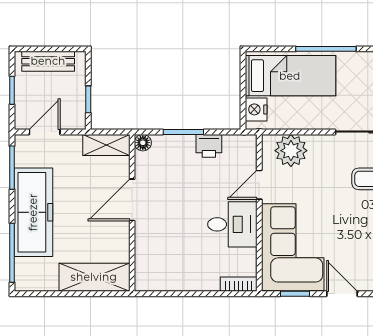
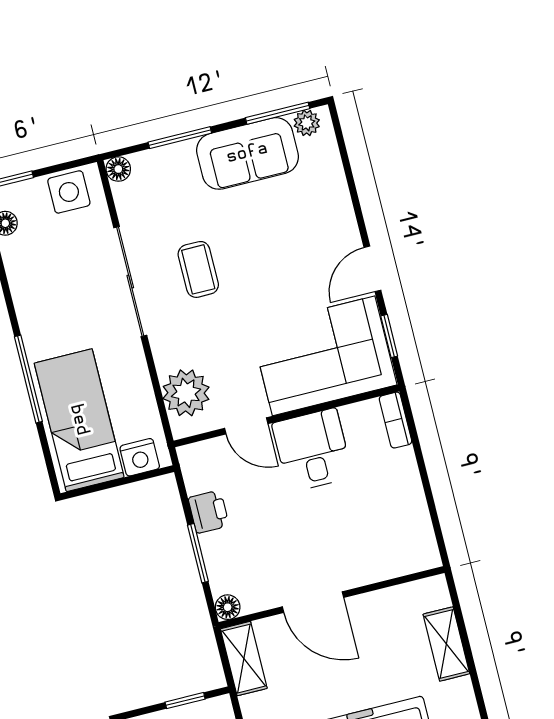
shelving: (94, 277) -> (446, 644), width x0.67, depth x0.75

